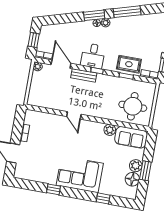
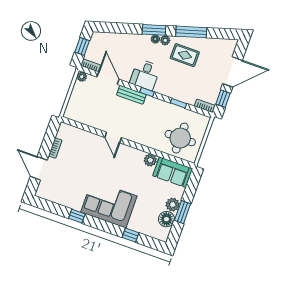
rug: (129, 64) -> (185, 55), moved

